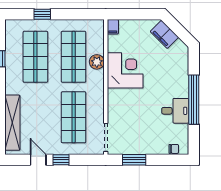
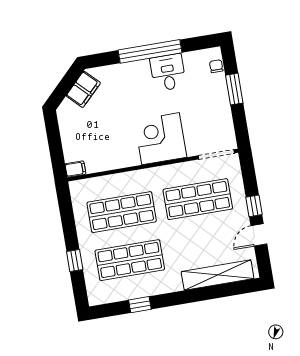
filing cabinet: (164, 34) -> (83, 89), moved
plant: (97, 62) -> (123, 182), removed
corner desk: (125, 70) -> (161, 139), moved
window: (134, 160) -> (234, 89), moved

